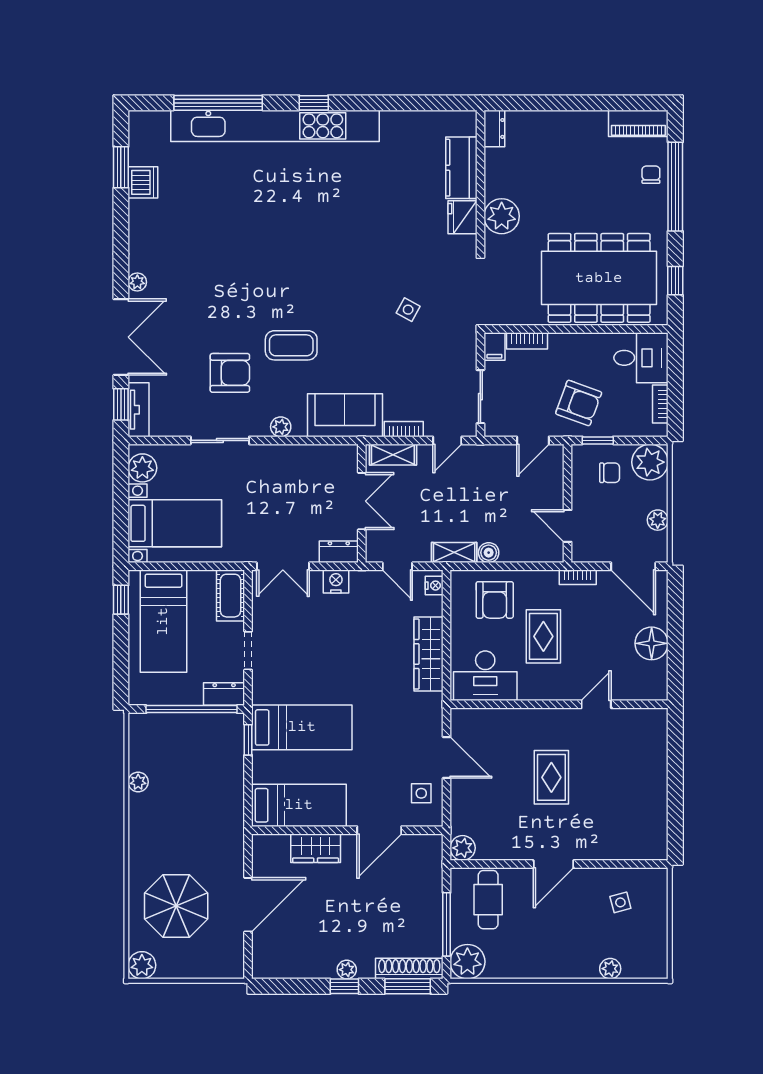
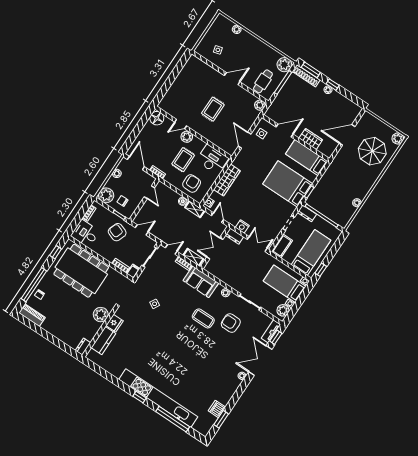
floor lamp: (652, 643) -> (157, 118), moved
plant: (567, 687) -> (187, 137), added
bed: (302, 727) -> (288, 184), width x1.50

